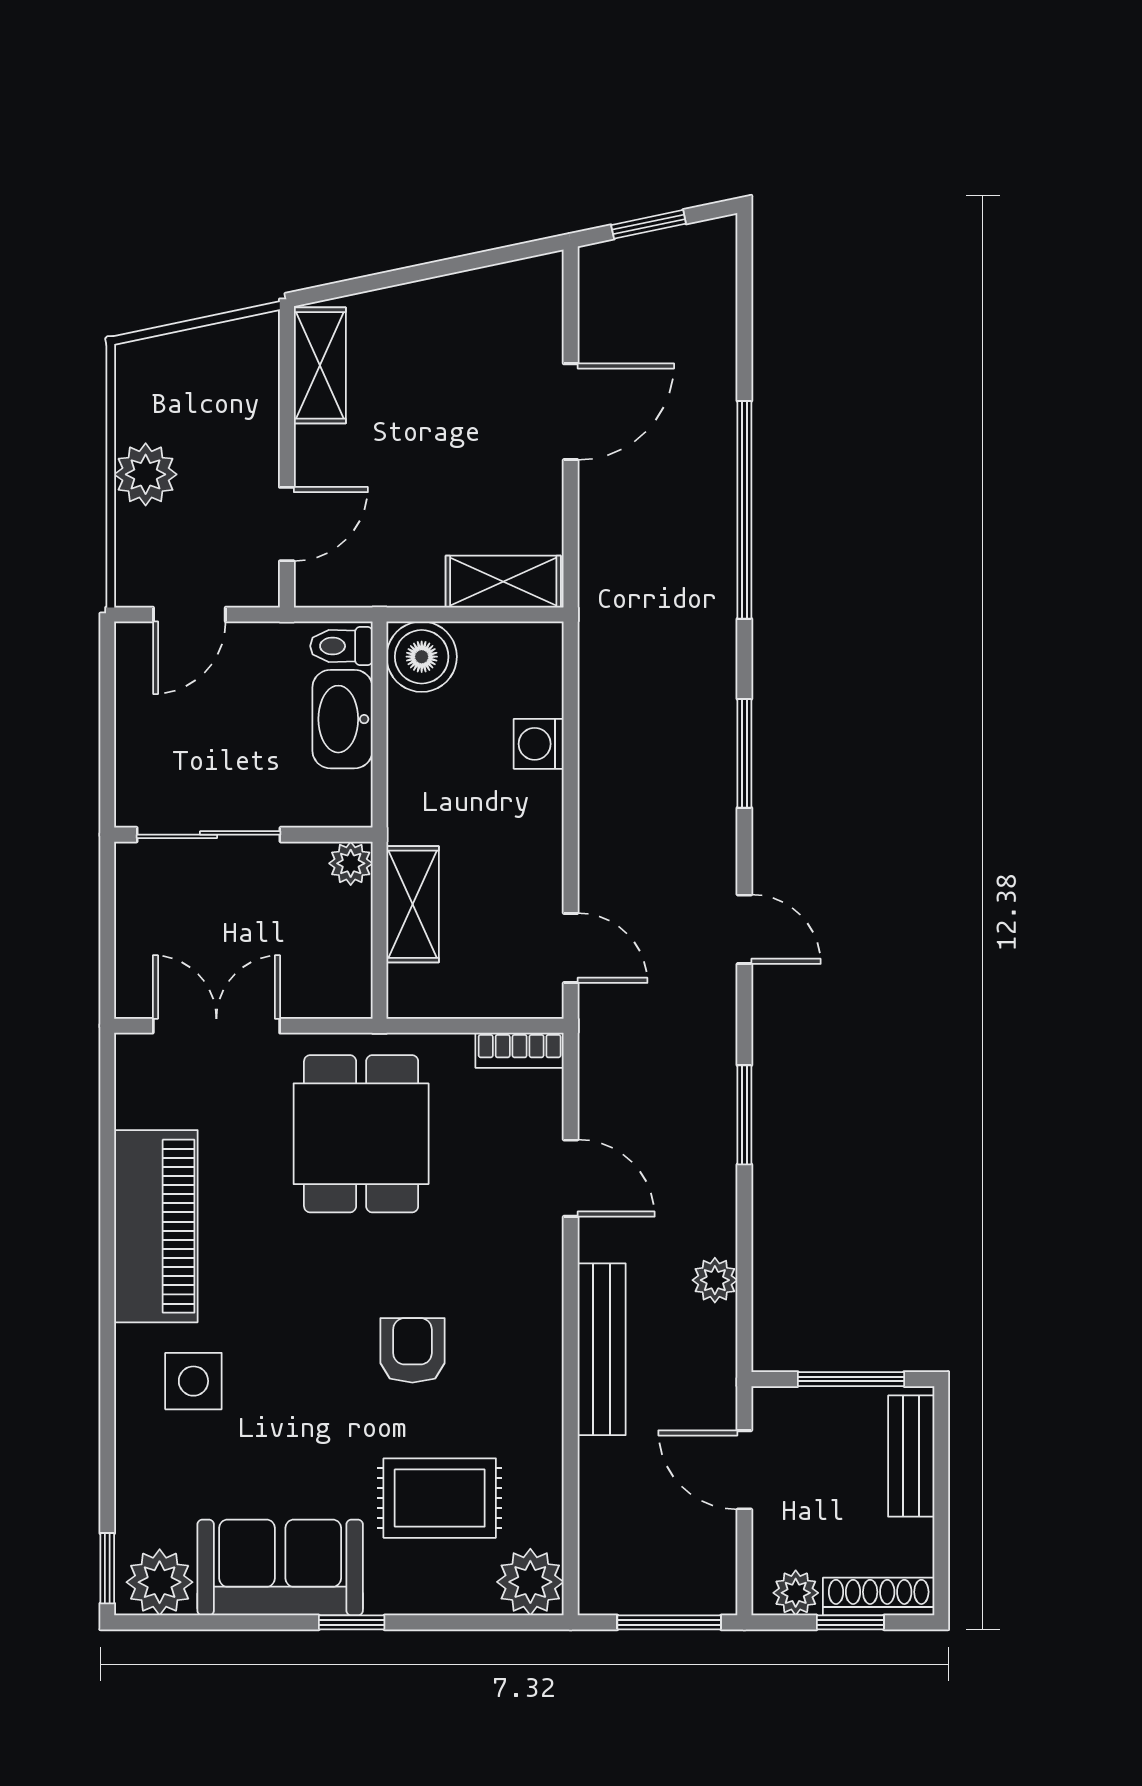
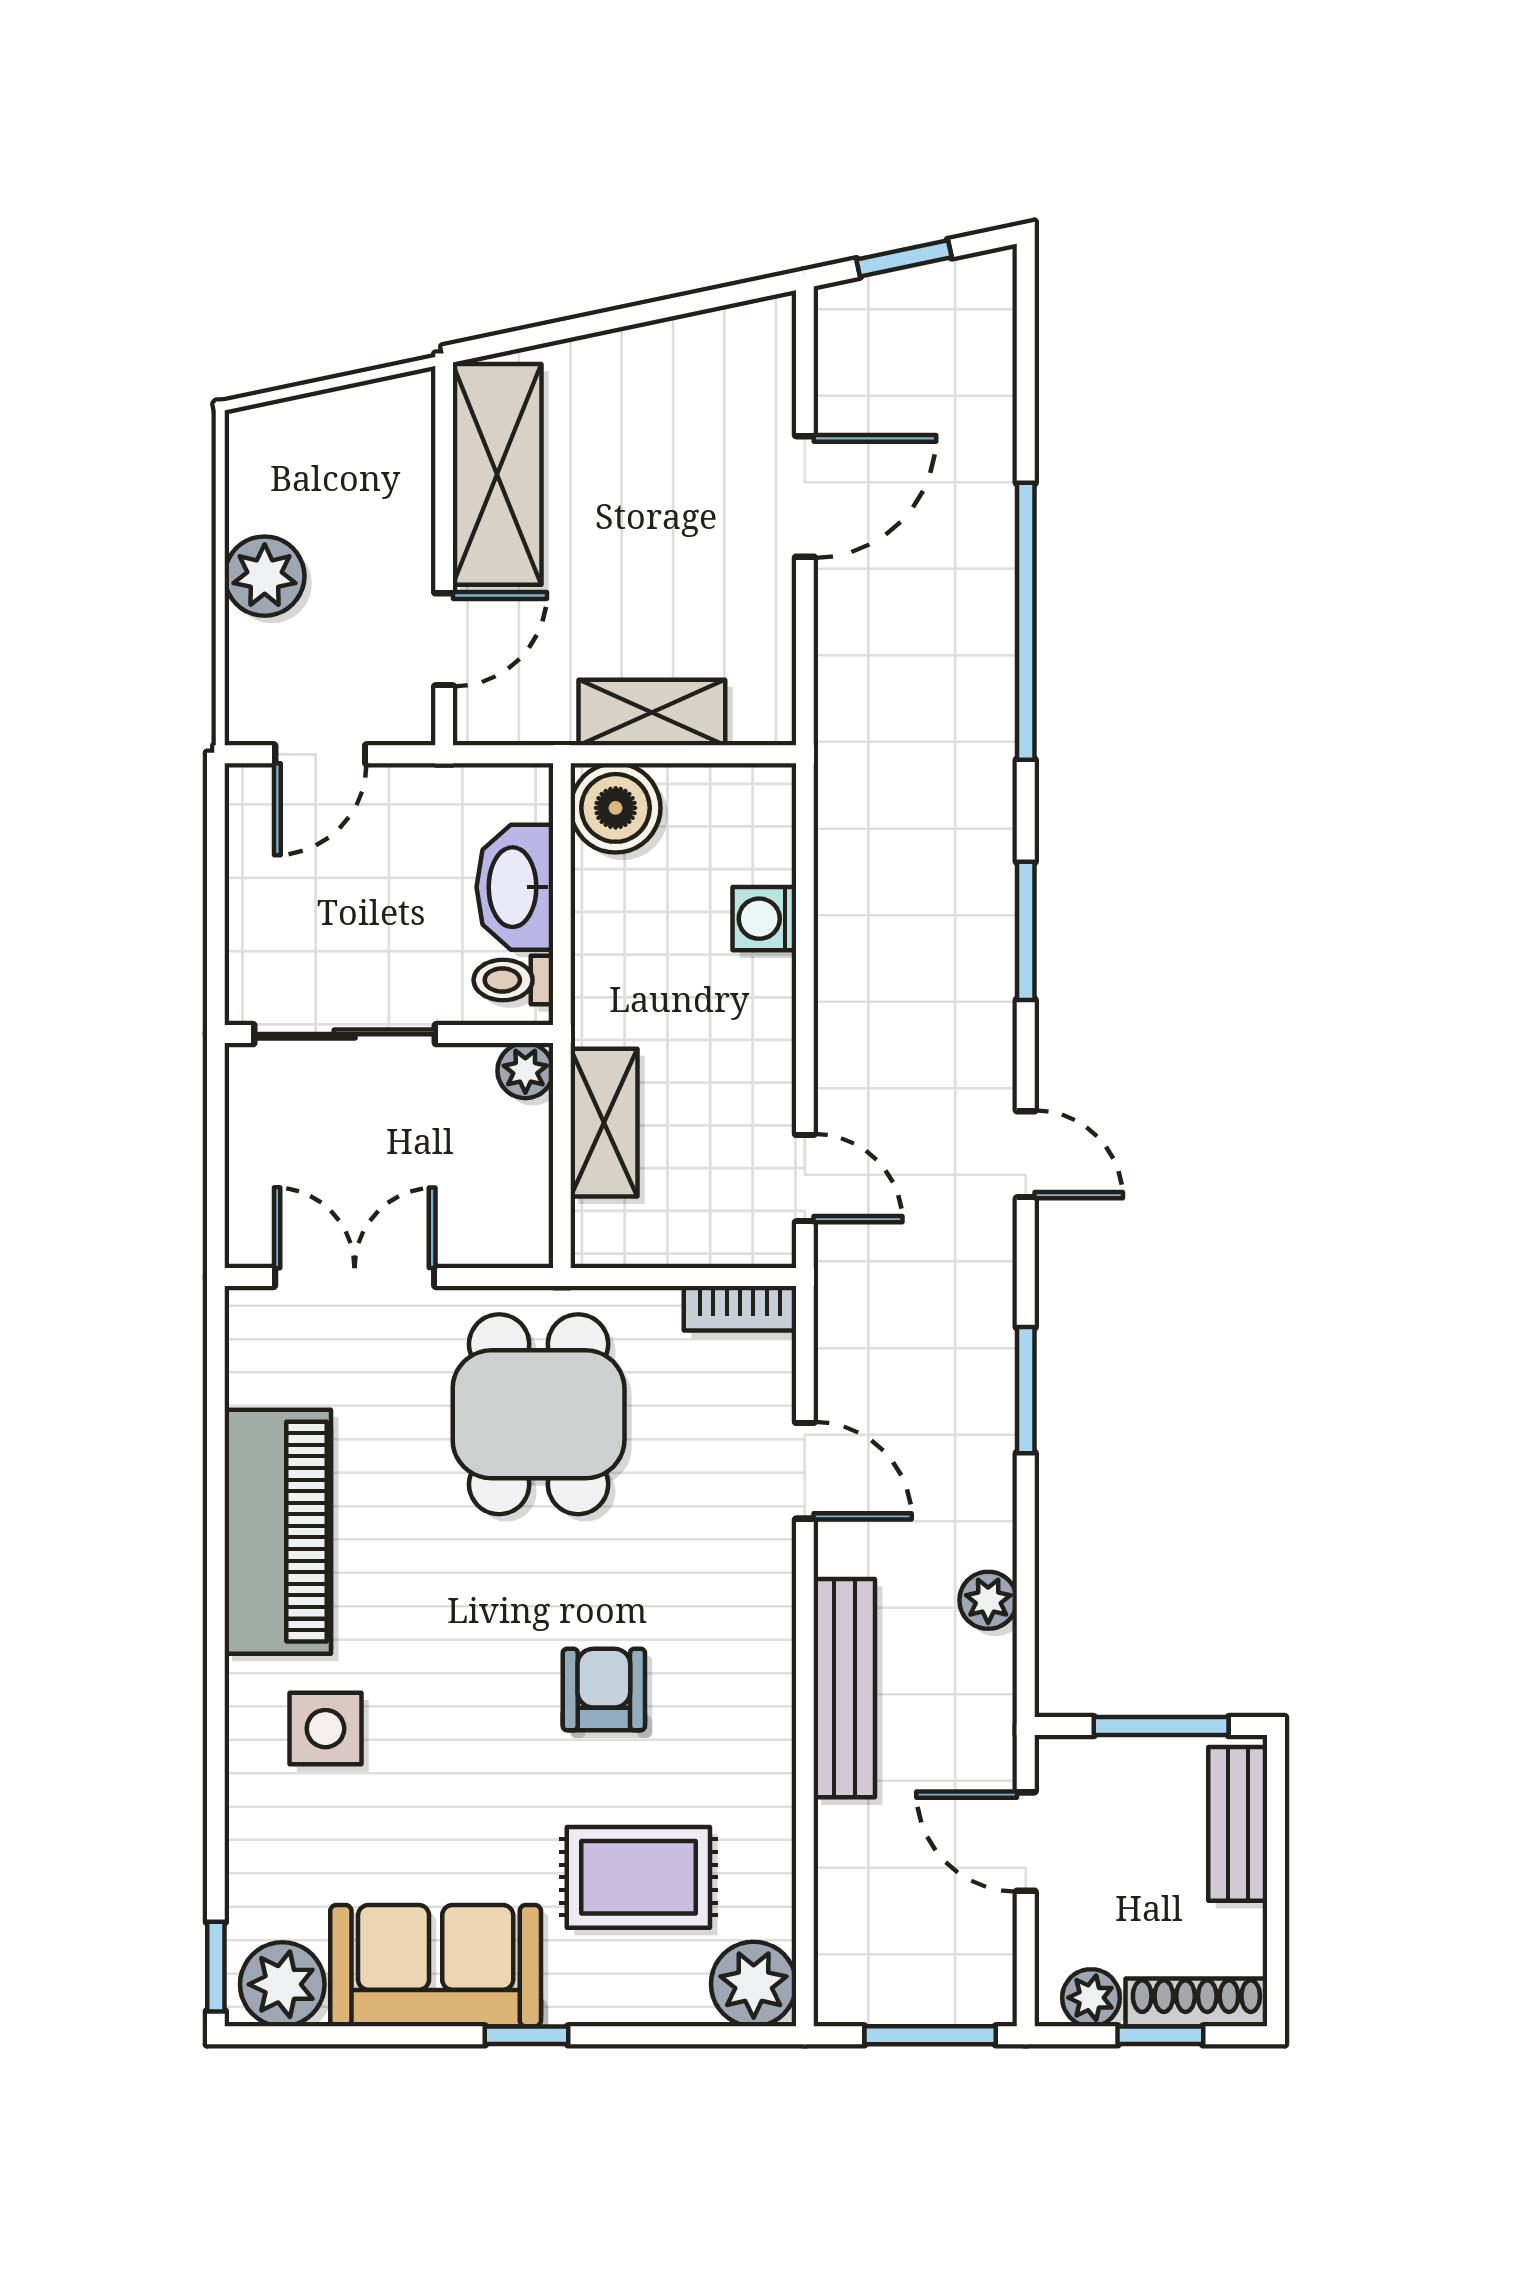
shelving: (320, 365) -> (497, 474), width x1.50, depth x1.33
shelving: (503, 582) -> (652, 712), moved
toilet: (341, 646) -> (513, 980), moved

